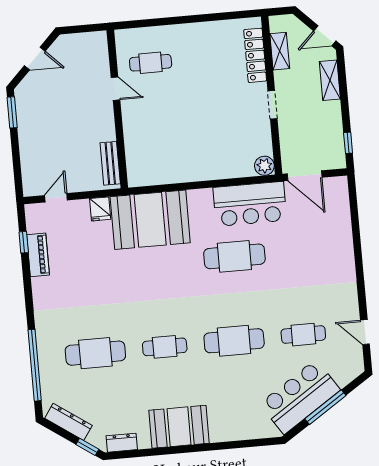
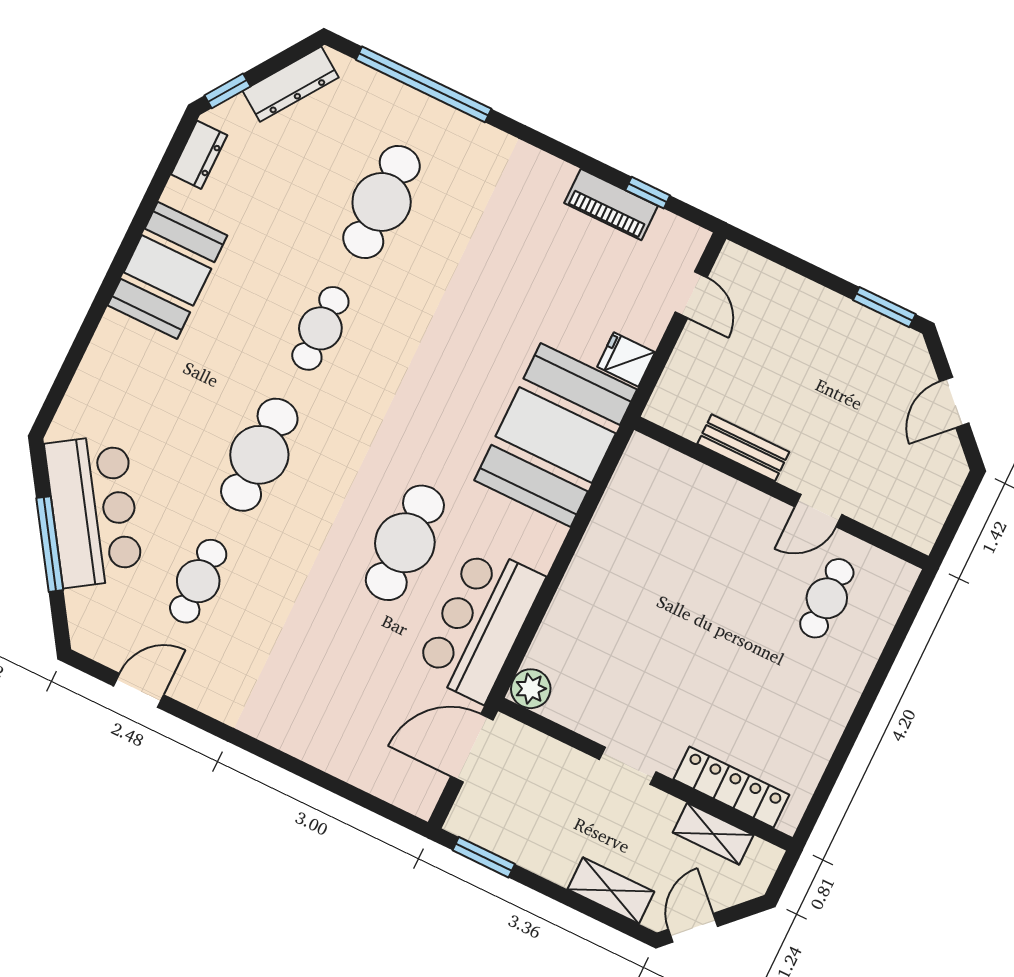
window: (348, 143) -> (484, 857), width x1.50
bench: (110, 163) -> (743, 448), moved

